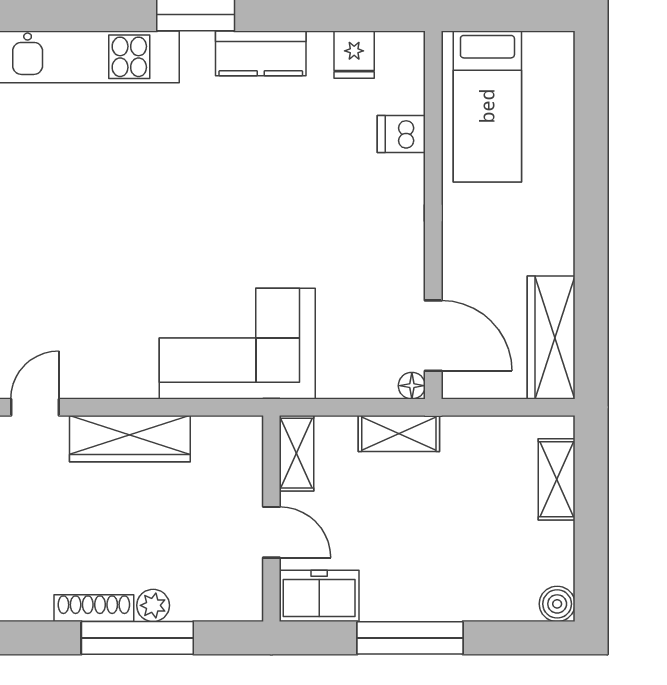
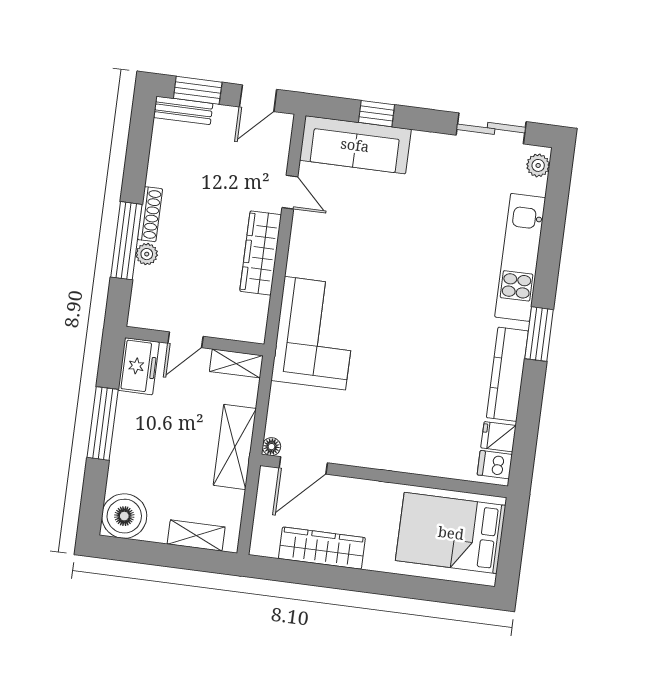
kitchen counter: (261, 53) -> (507, 374), width x1.50
bed: (487, 106) -> (451, 533), width x1.50
dishwasher: (401, 134) -> (495, 465), moved, turned -90
wardrobe: (551, 337) -> (322, 548), moved
shelving: (399, 434) -> (235, 447), width x1.50, depth x1.33
boiler: (557, 604) -> (124, 516), width x1.86, depth x1.86

